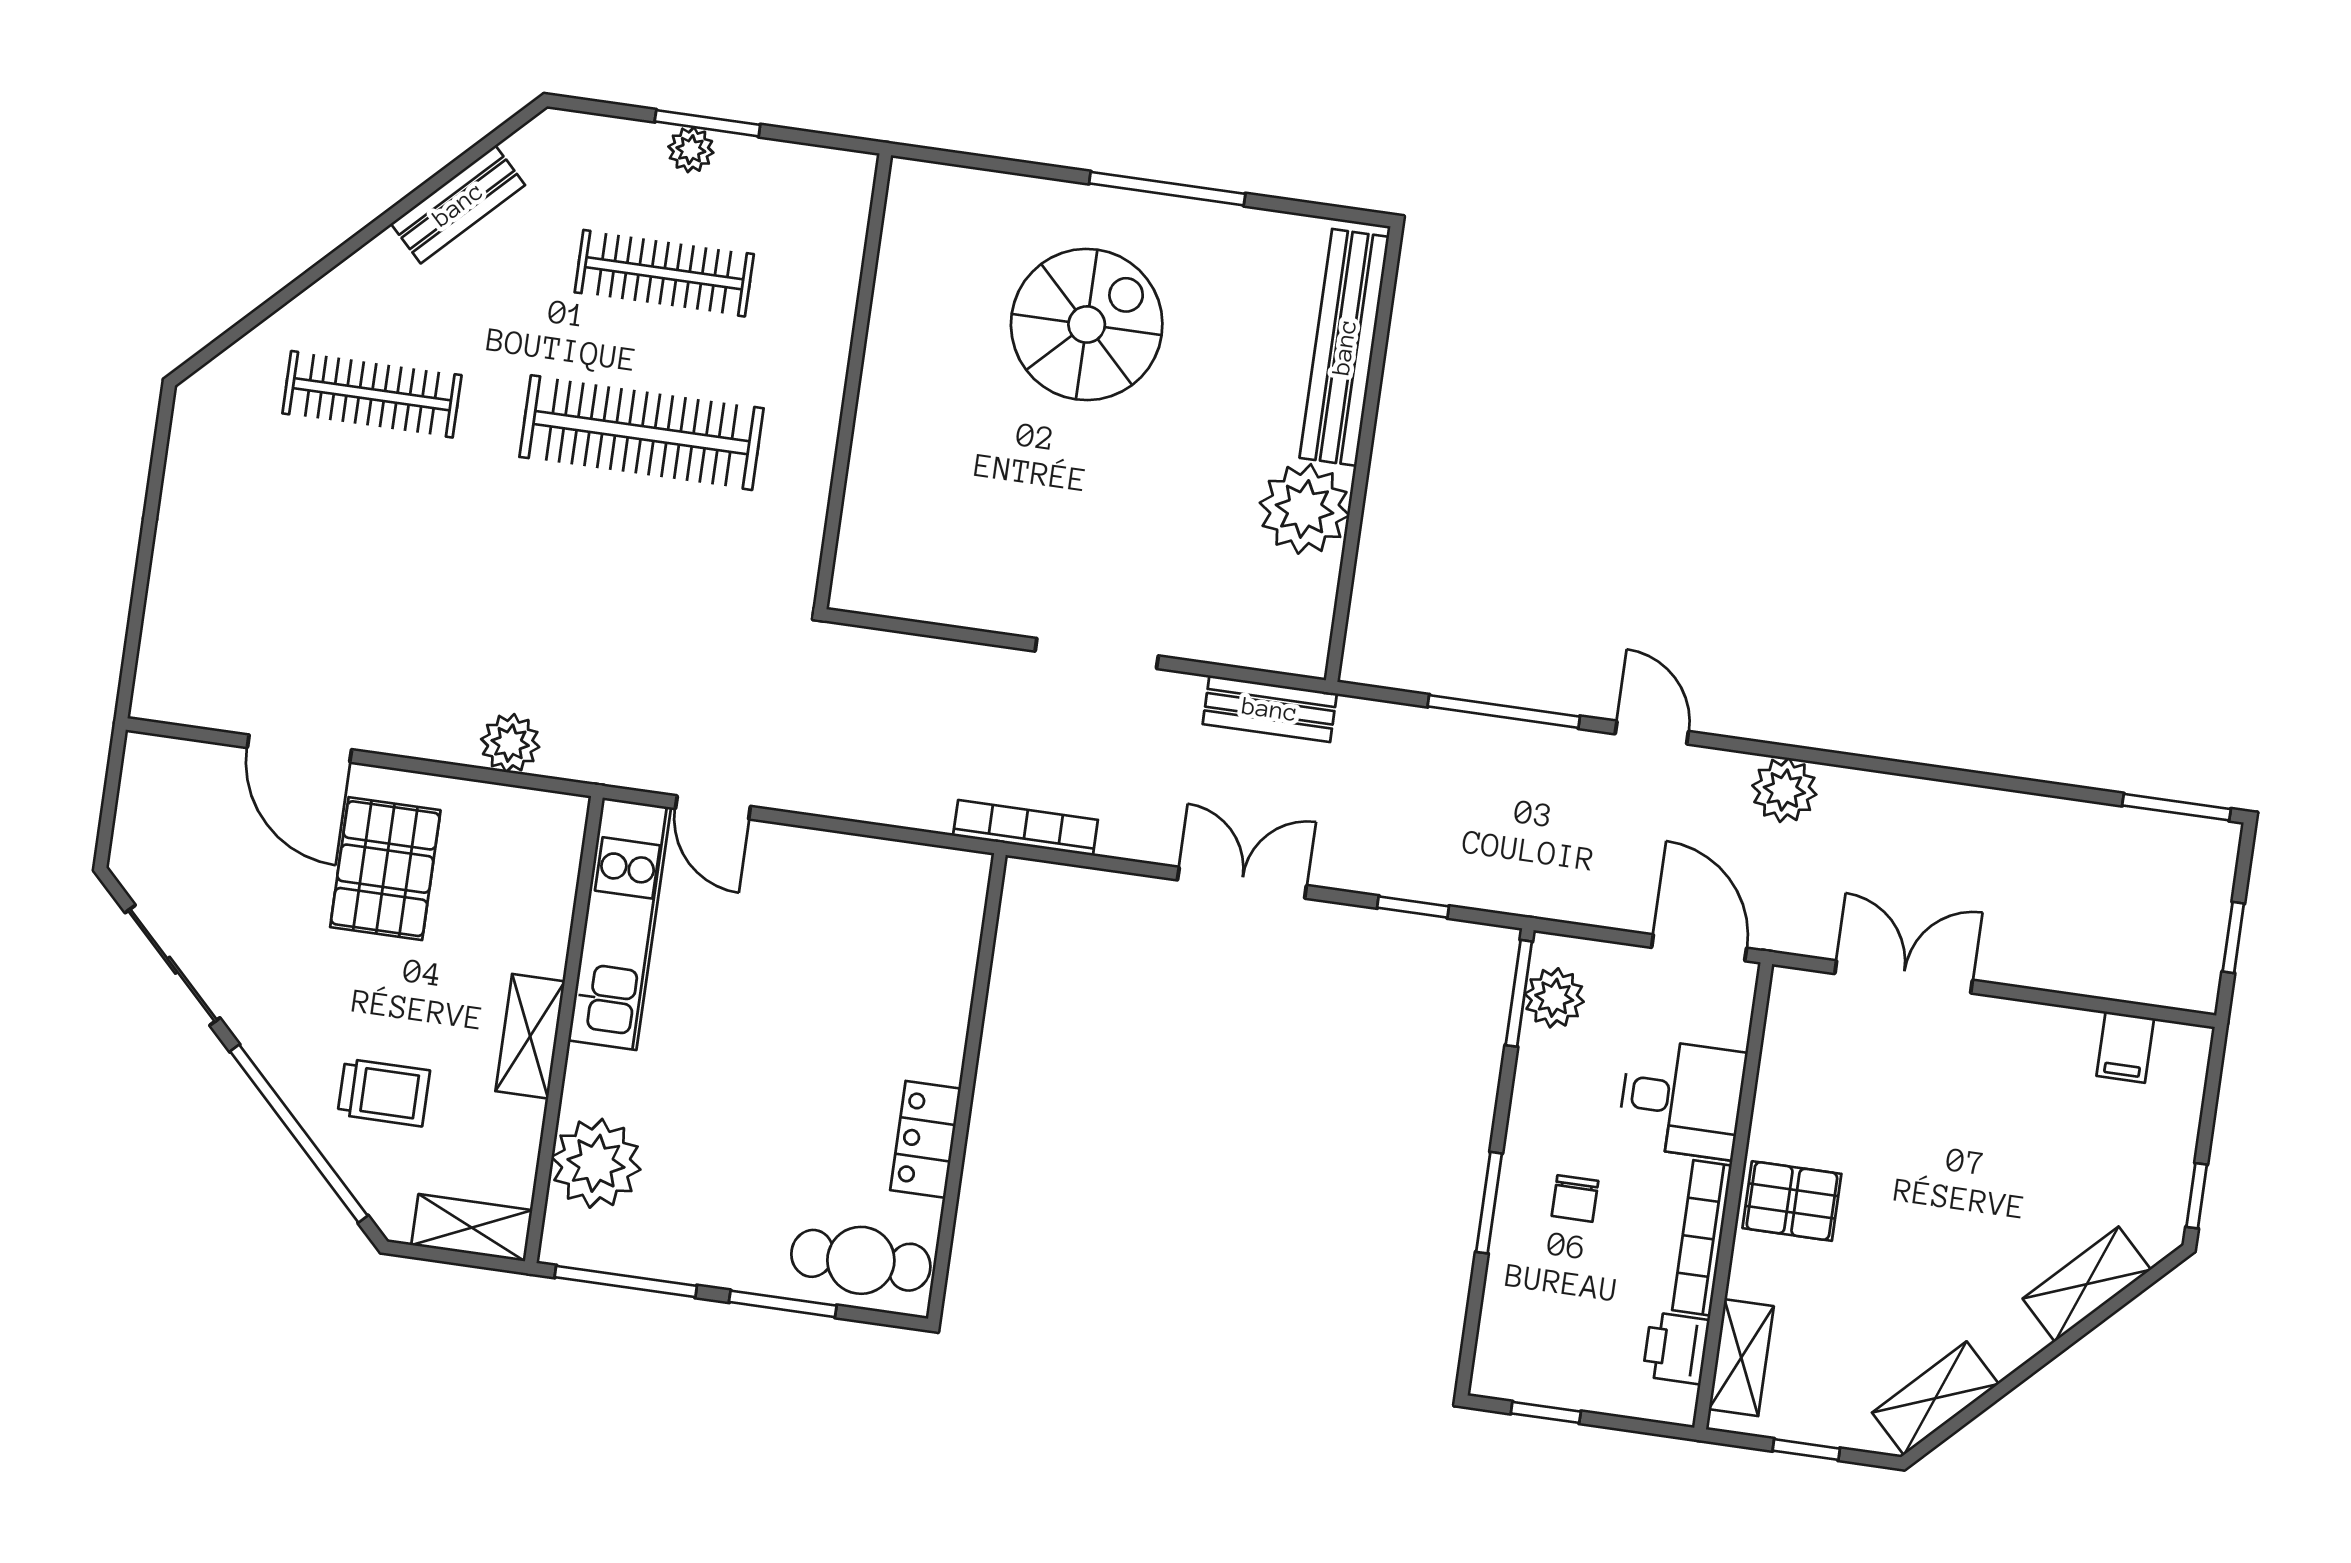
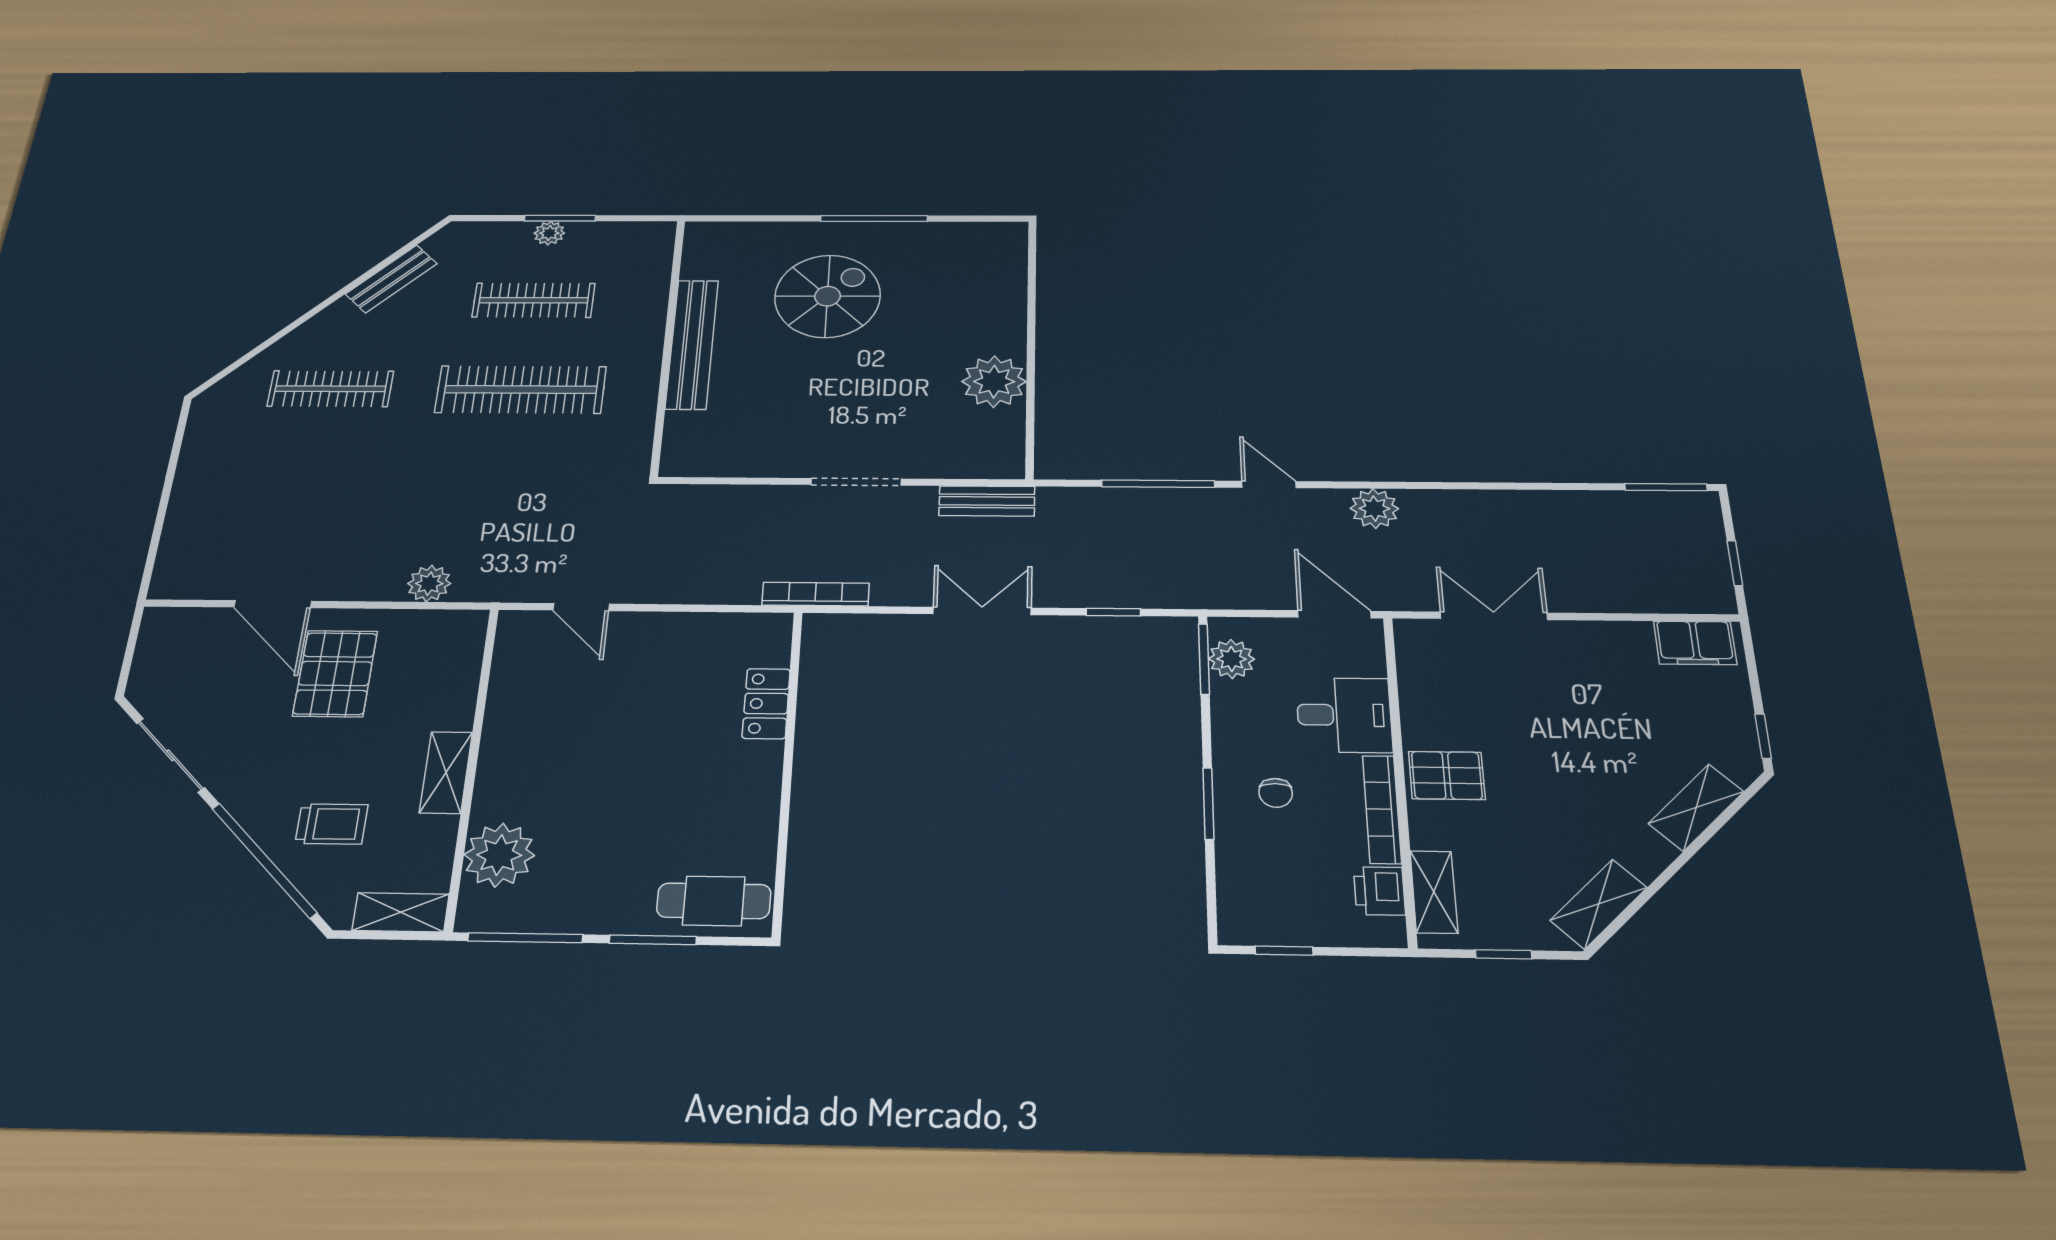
bench: (1344, 347) -> (692, 344), moved
kitchen unit: (620, 924) -> (513, 690), removed
filing cabinet: (2125, 1047) -> (1695, 643), width x2.00
locker: (925, 1139) -> (766, 704), moved

